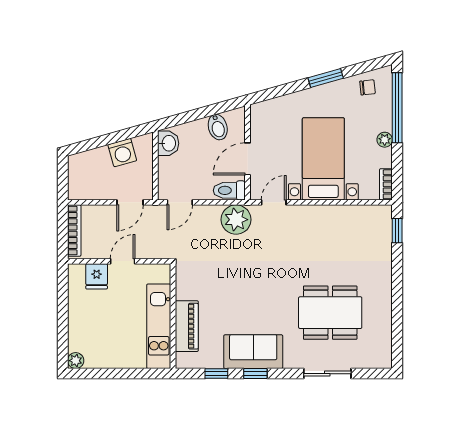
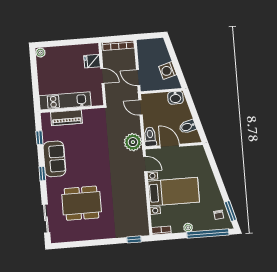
window: (326, 78) -> (230, 211), moved
dining table: (330, 313) -> (82, 203), turned 90
window: (255, 374) -> (42, 174), moved
sliding door: (327, 374) -> (46, 219), moved

